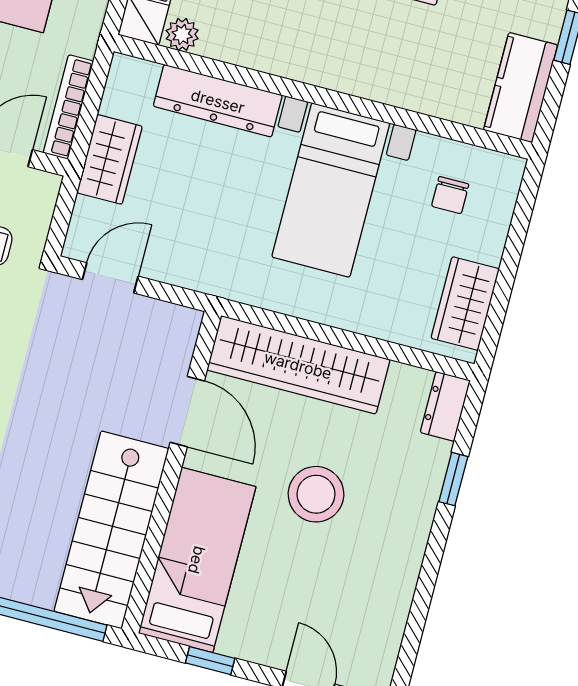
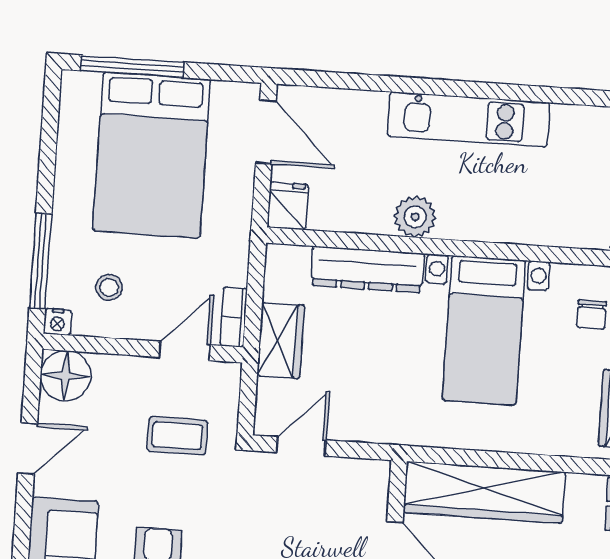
plant: (182, 34) -> (415, 217), moved, width x1.38, depth x1.38
bookcase: (68, 107) -> (234, 317), width x0.64

